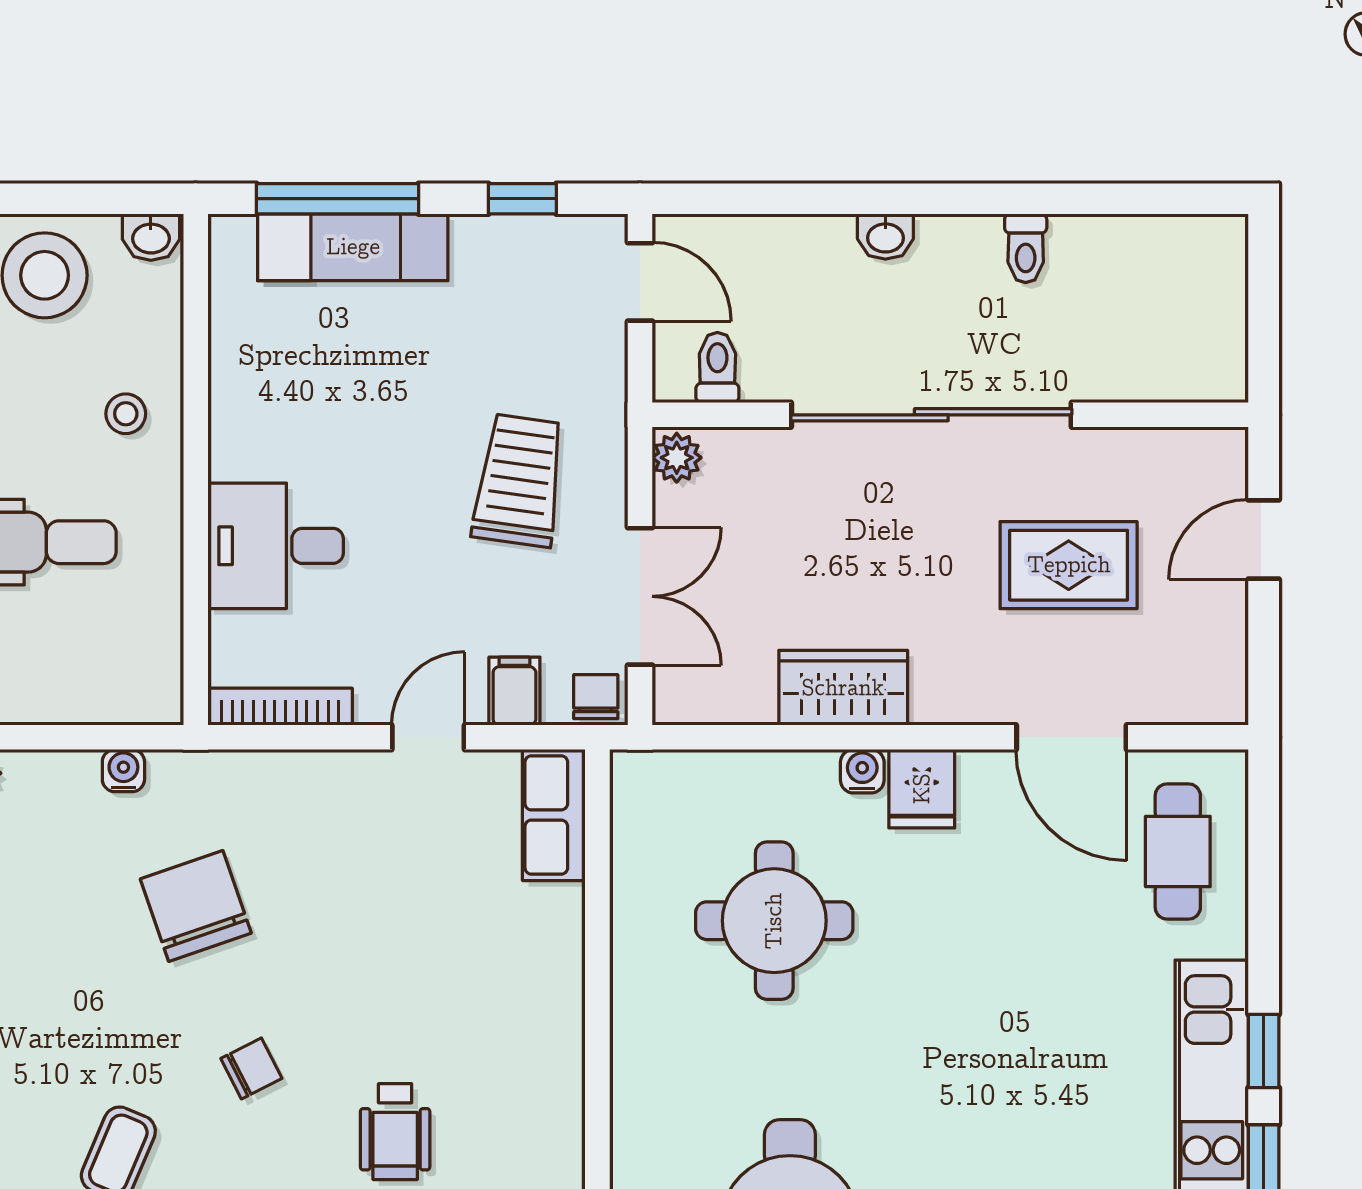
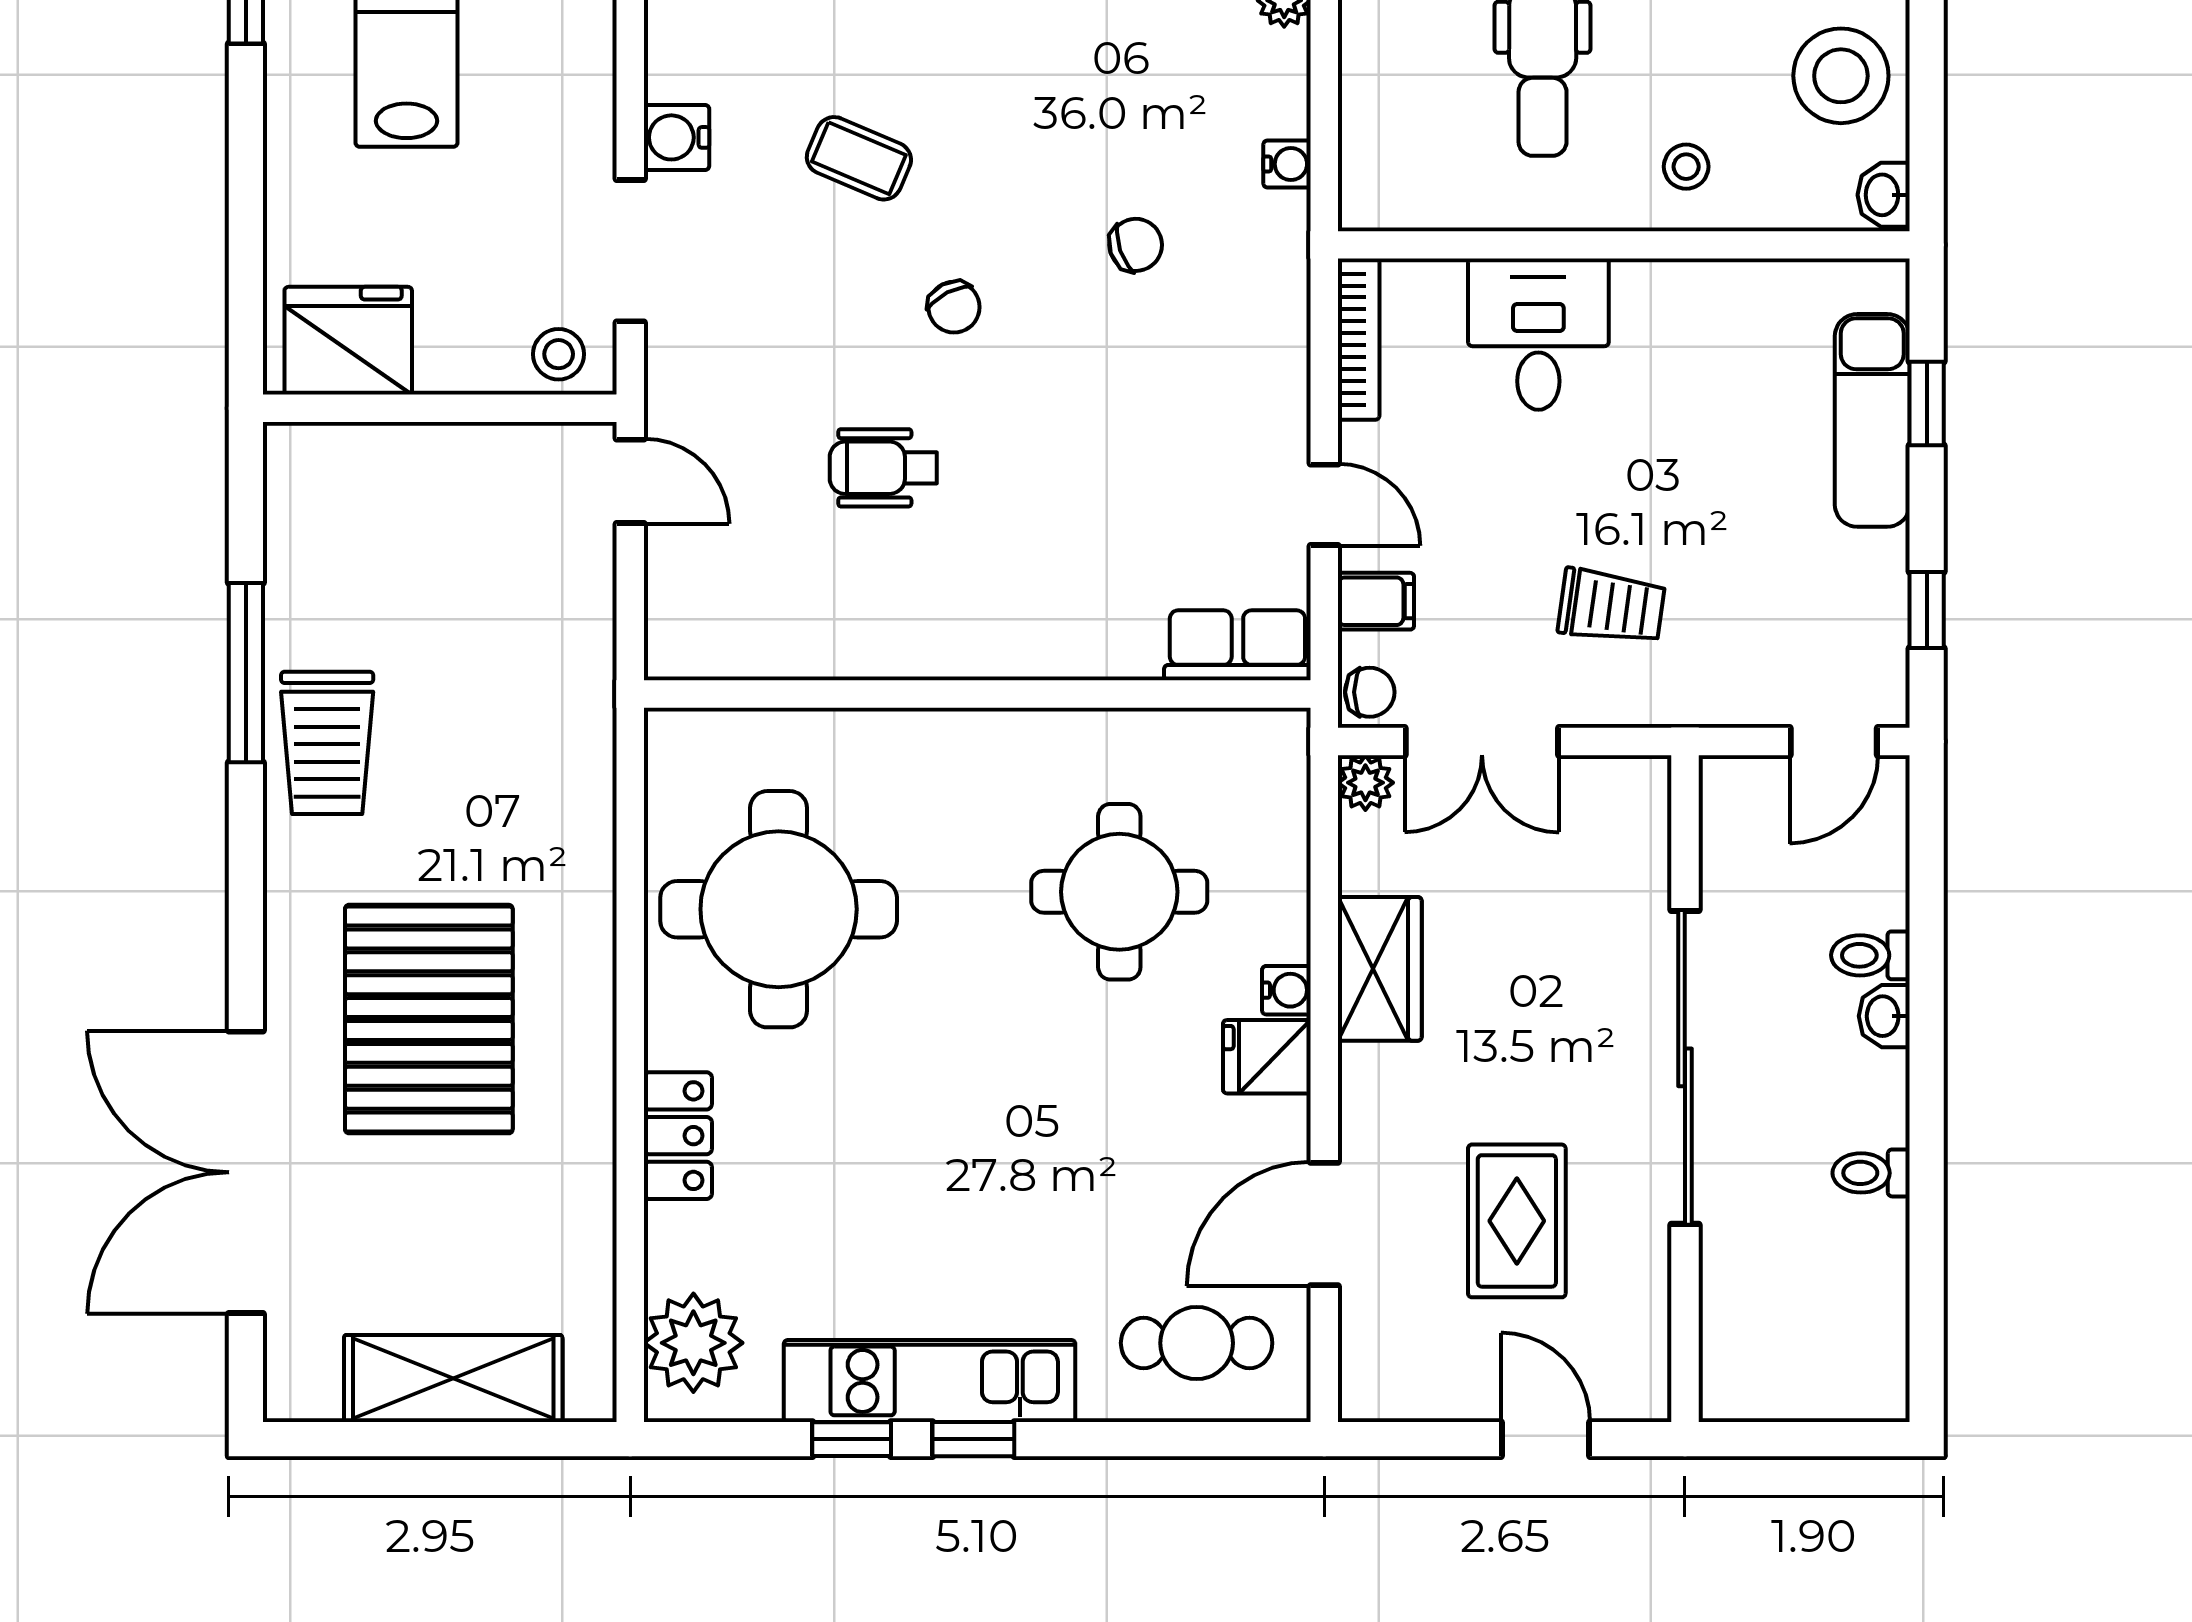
window: (338, 199) -> (1927, 403), width x0.46
toilet: (717, 368) -> (1870, 955), moved, turned 180
plant: (677, 458) -> (1365, 783), moved
trolley: (519, 481) -> (1611, 606), width x0.73, depth x0.72
chair: (196, 906) -> (1136, 245), width x0.54, depth x0.54

